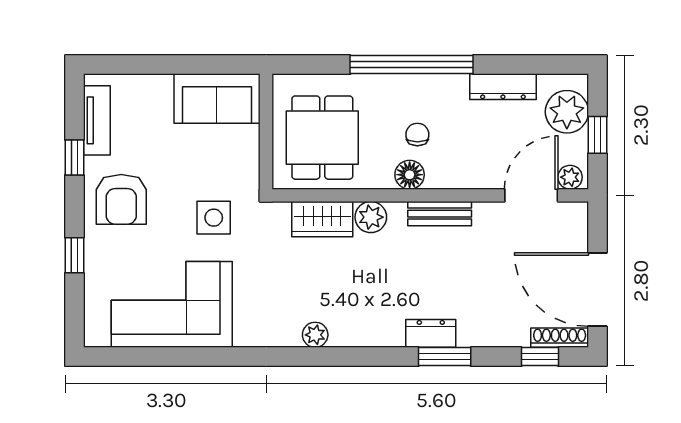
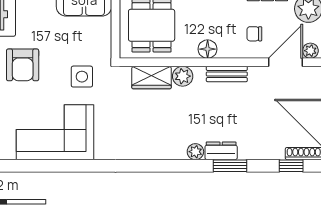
chair: (417, 134) -> (254, 34), moved, turned -90
plant: (315, 335) -> (195, 152), moved

